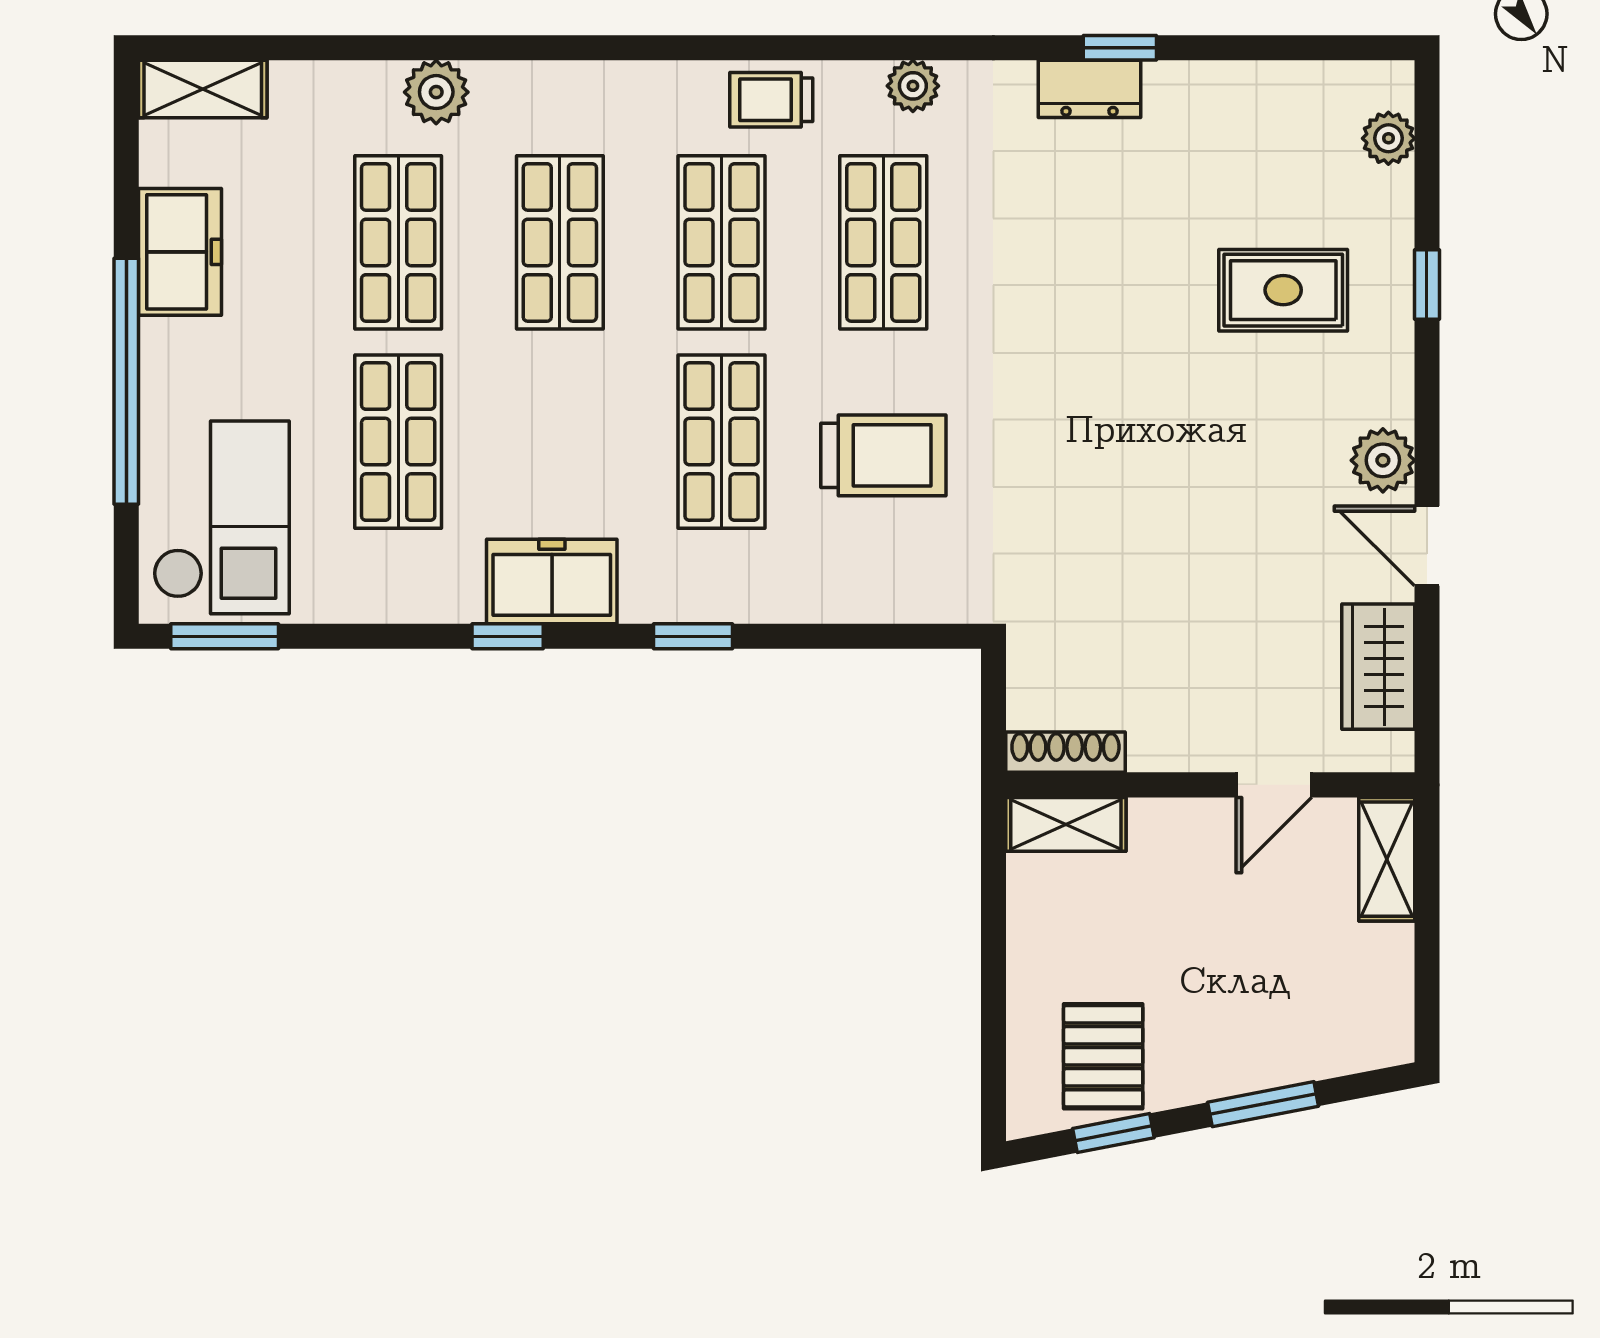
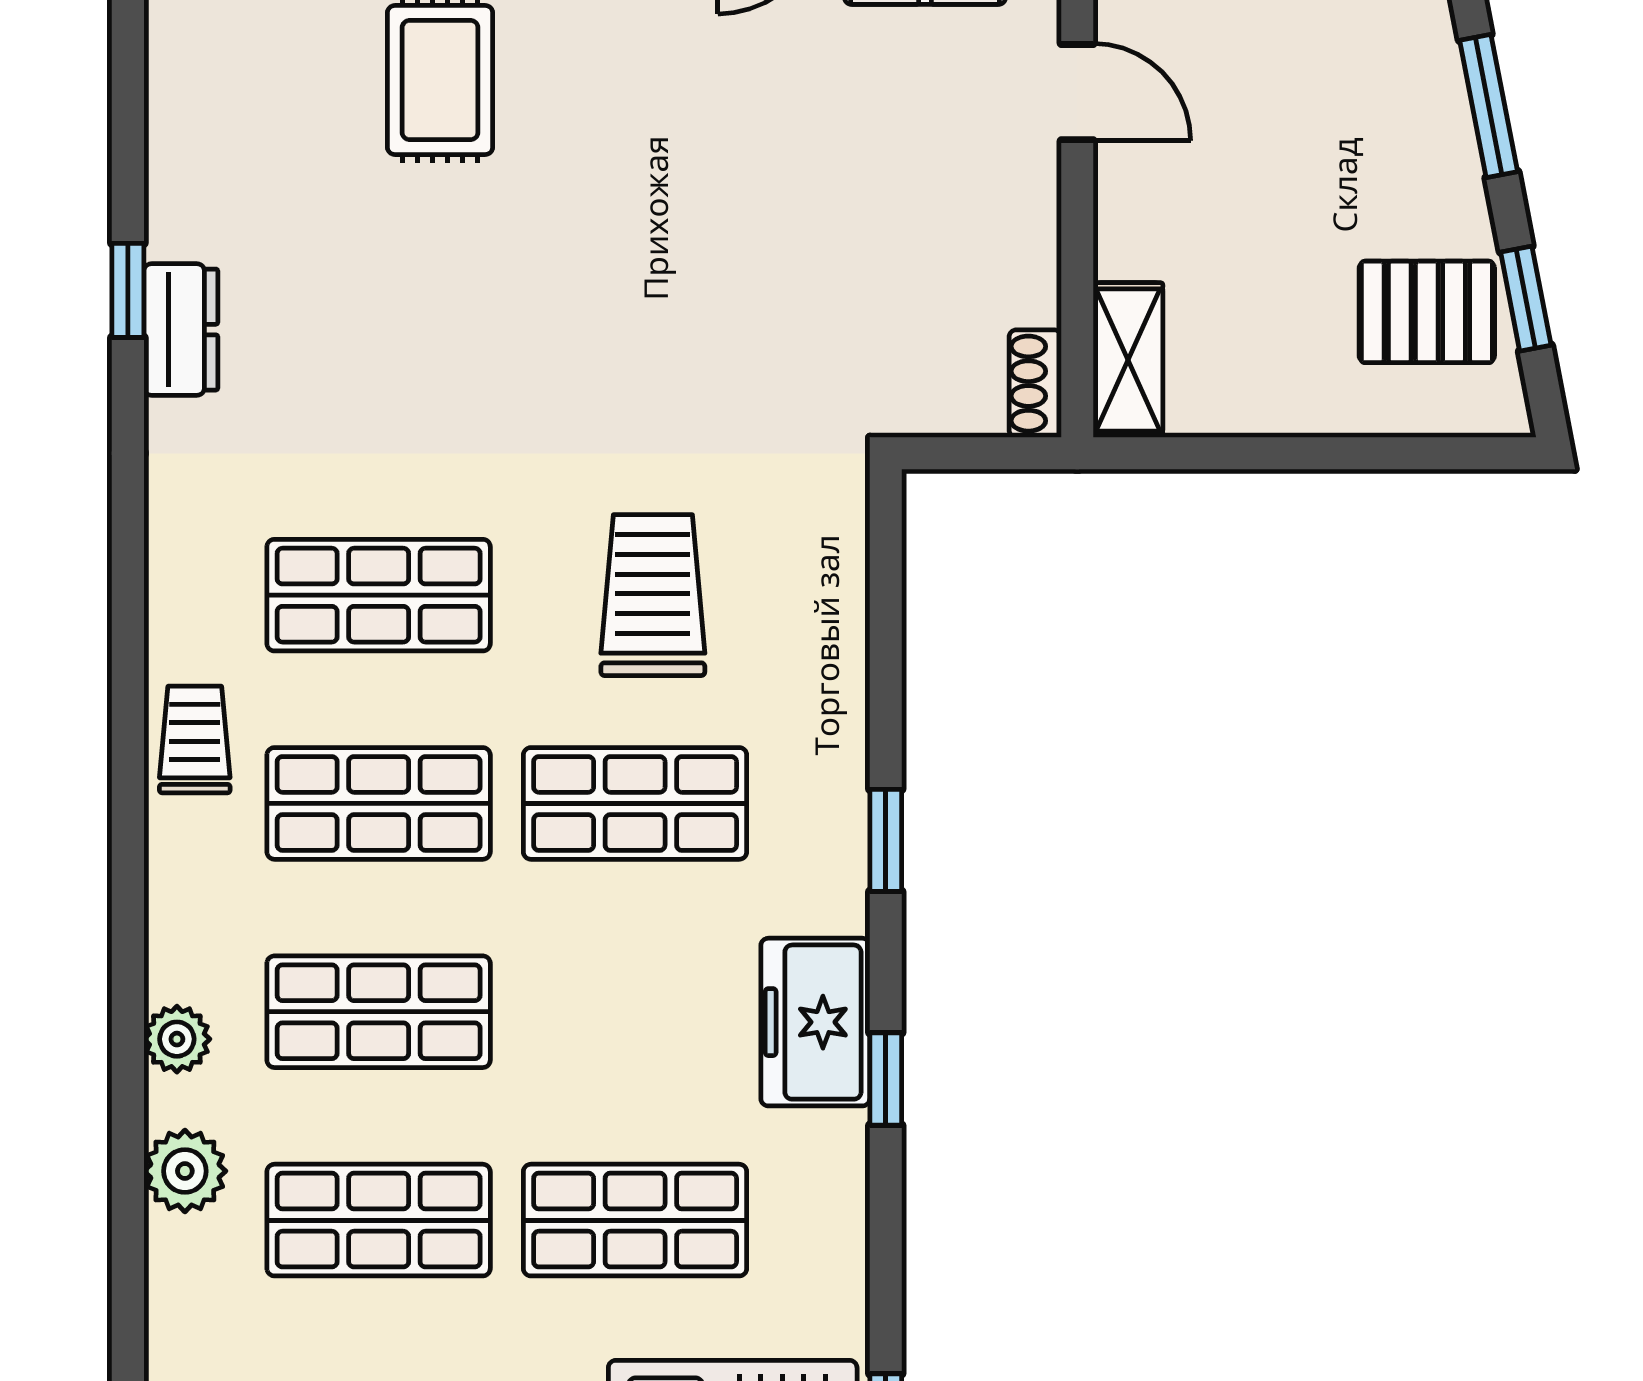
plant: (913, 86) -> (177, 1039), moved
trolley: (771, 100) -> (195, 739), turned 180
shoe rack: (1065, 752) -> (1035, 384), width x0.70

